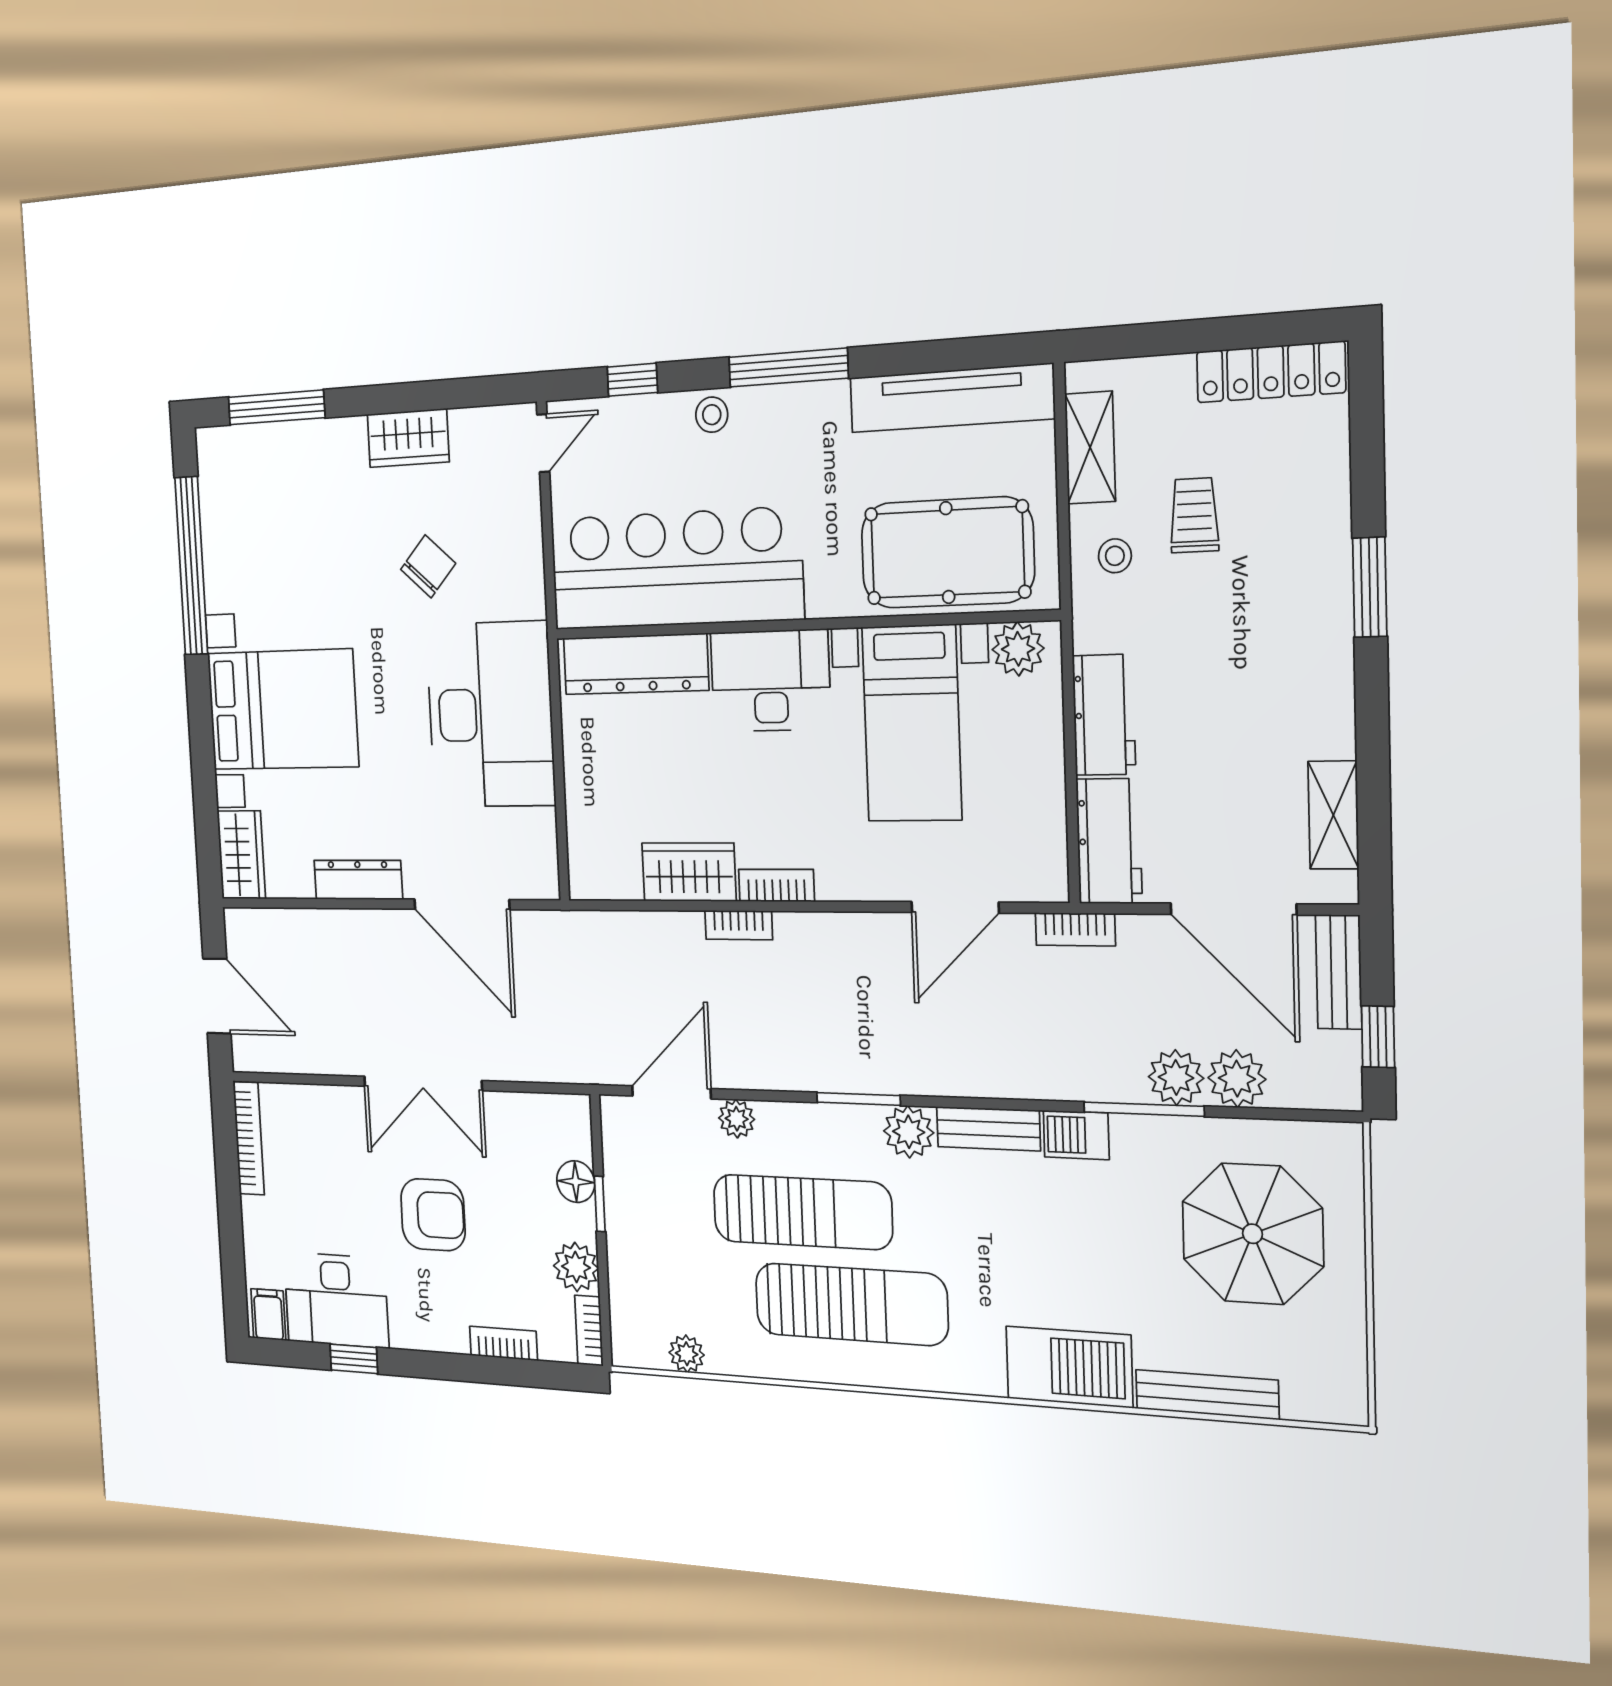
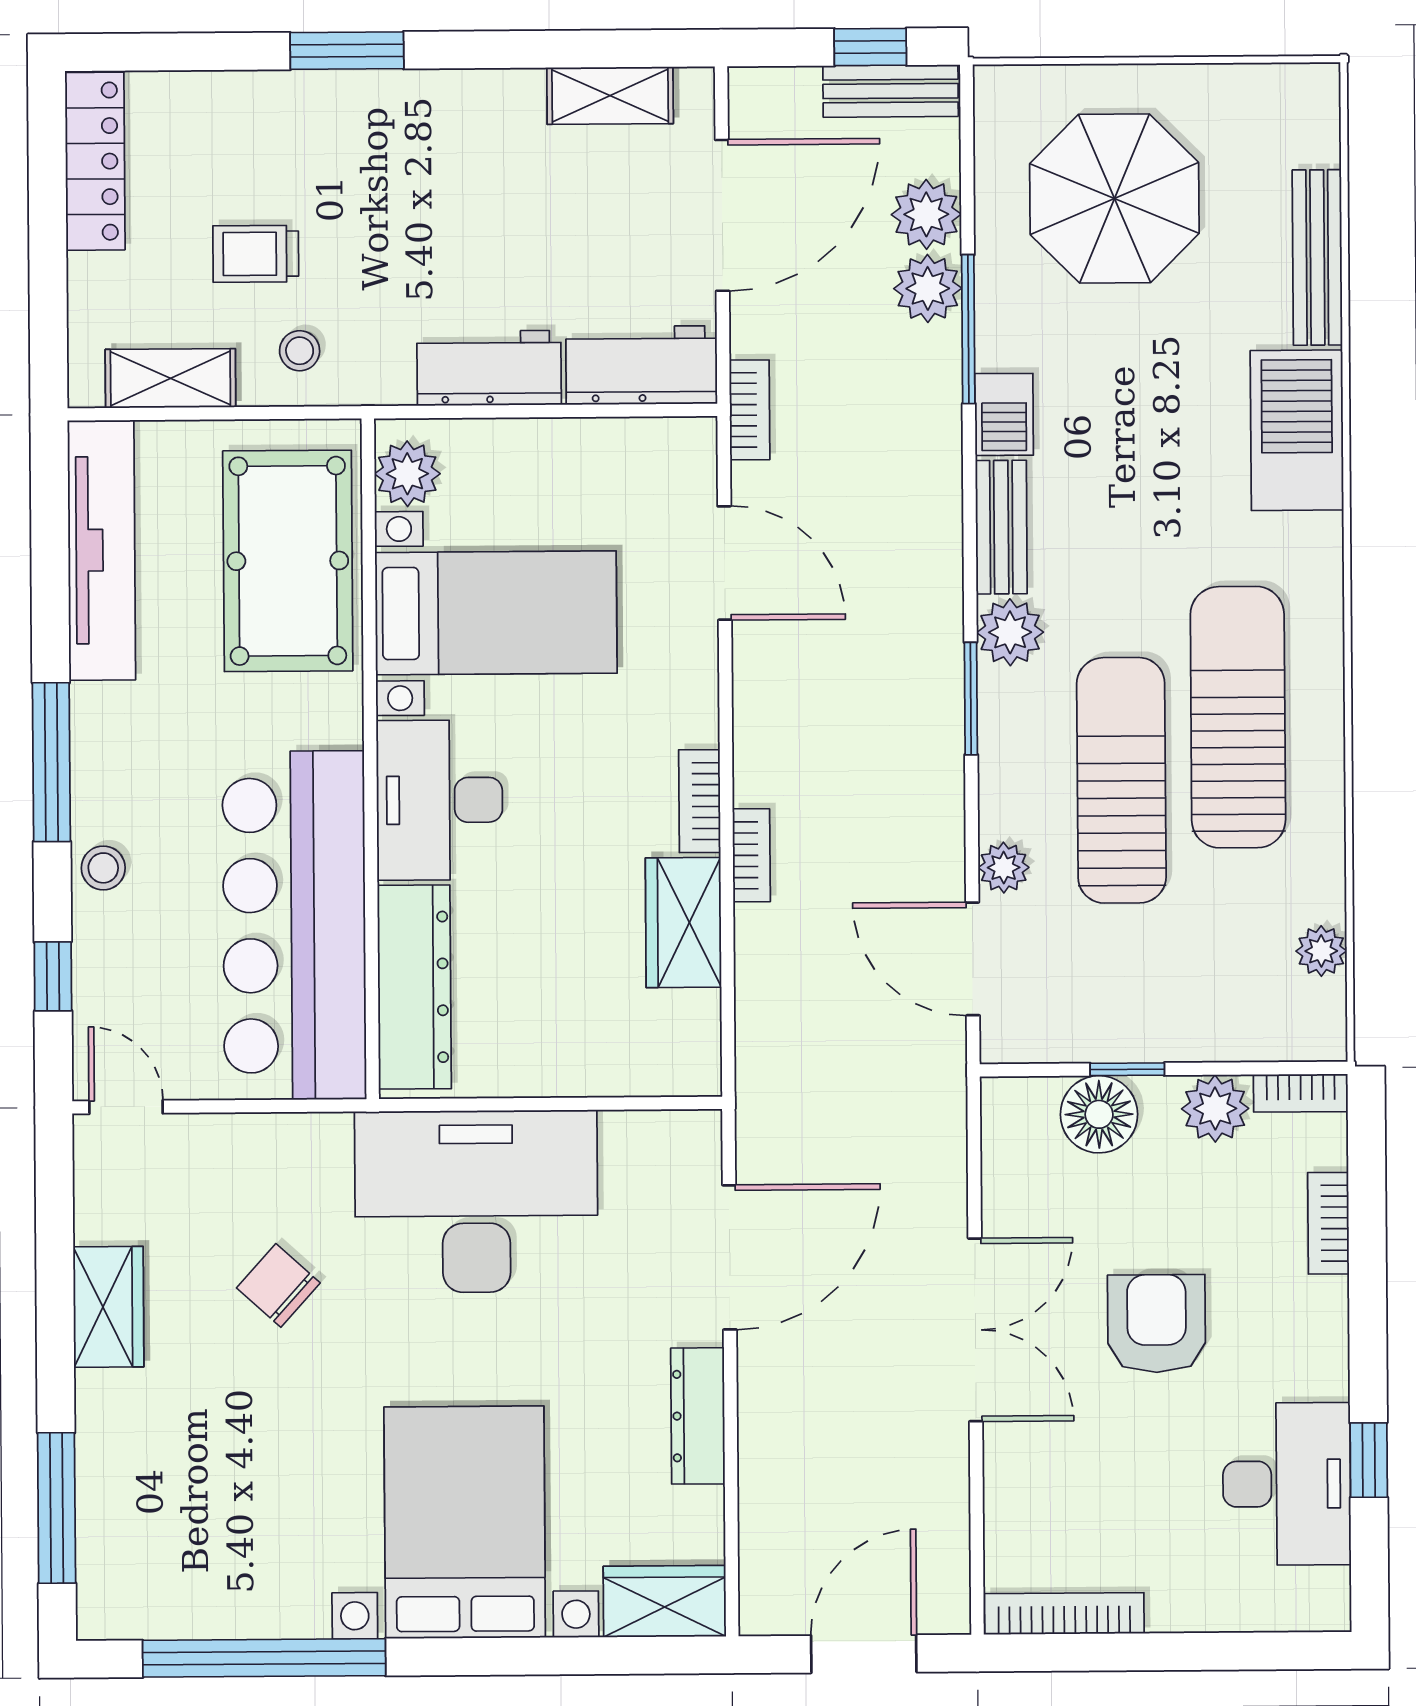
bench: (1339, 972) -> (891, 91), moved
floor lamp: (576, 1182) -> (1099, 1114), width x1.38, depth x1.38
filing cabinet: (268, 1315) -> (1316, 1596), removed

